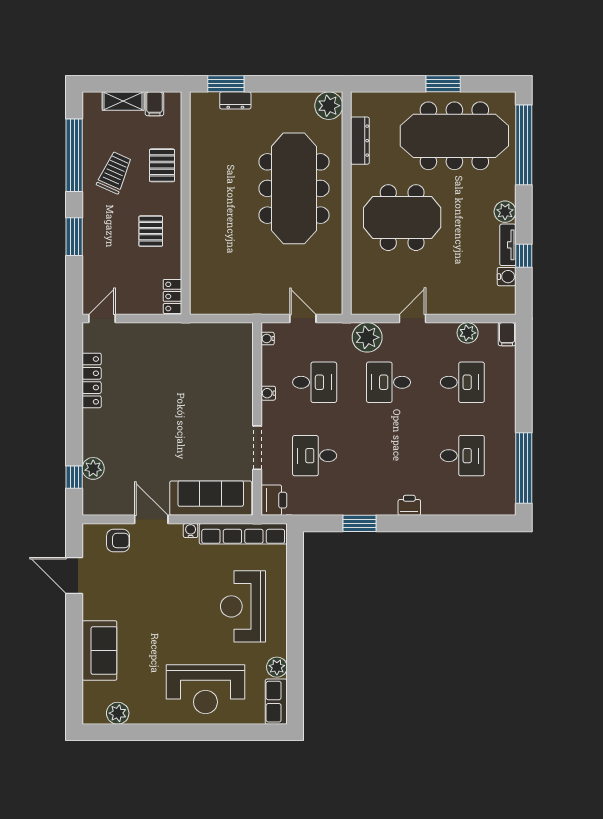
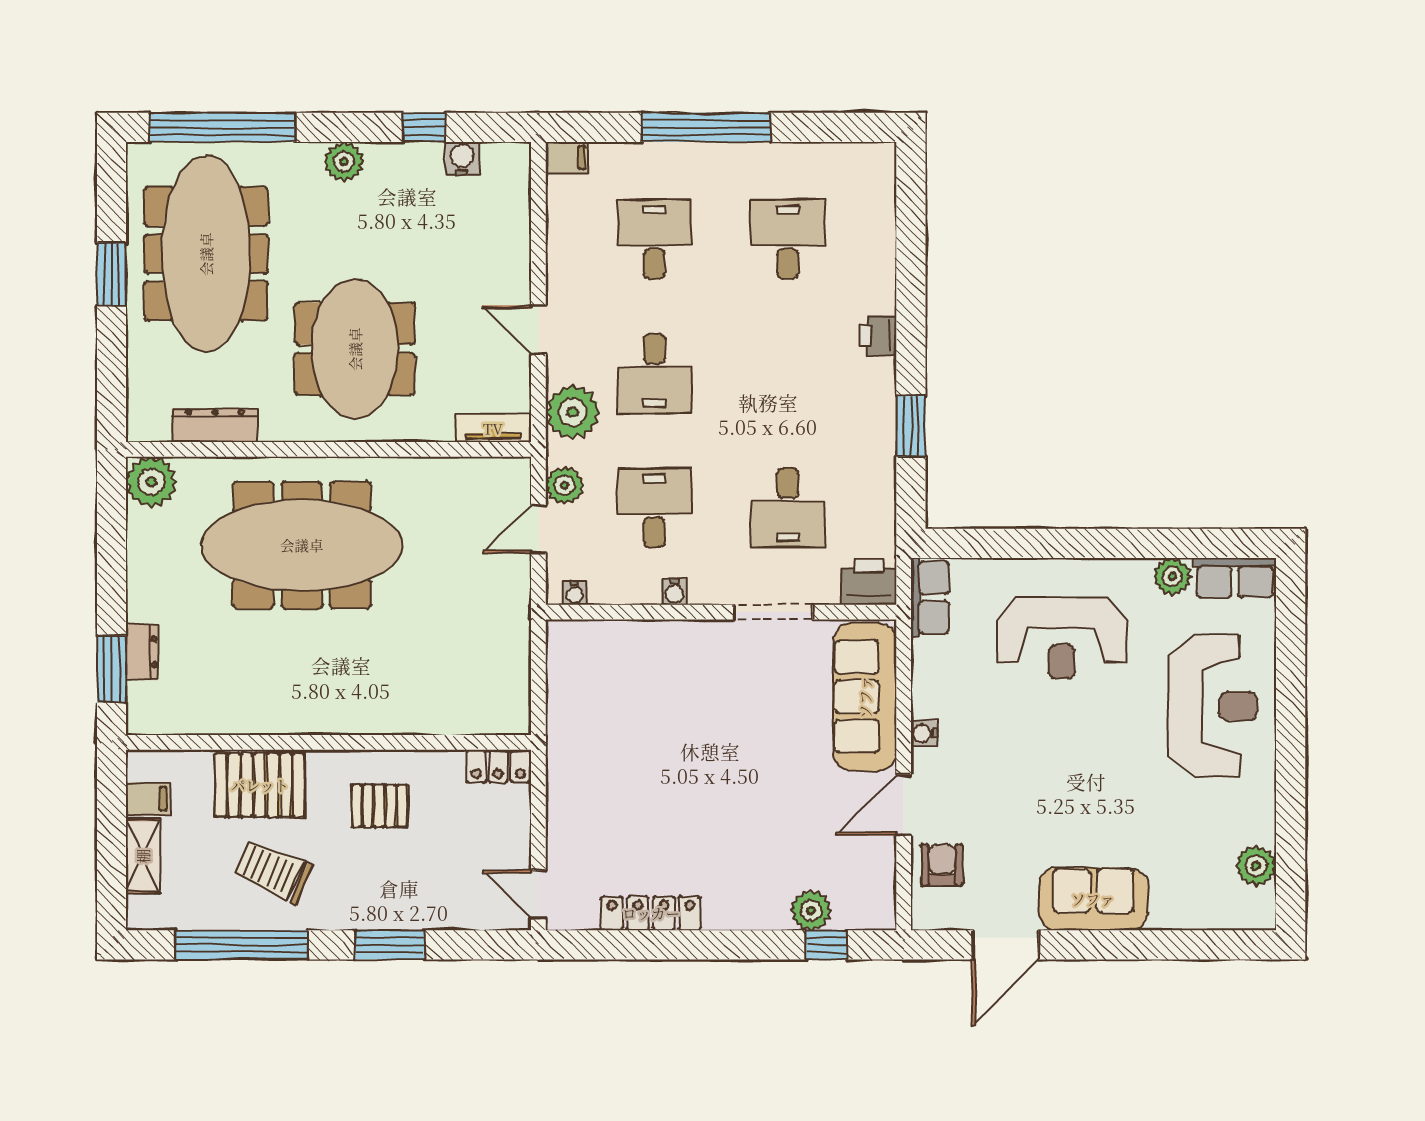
pallet: (162, 165) -> (260, 785), width x1.50, depth x1.42
tv unit: (508, 245) -> (493, 428), moved, turned 180
plant: (468, 333) -> (564, 485), moved
window: (524, 468) -> (706, 127), moved
row of seats: (243, 534) -> (930, 597), width x0.50
sofa: (99, 651) -> (1093, 899), moved

